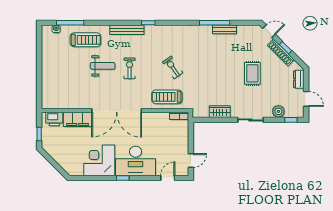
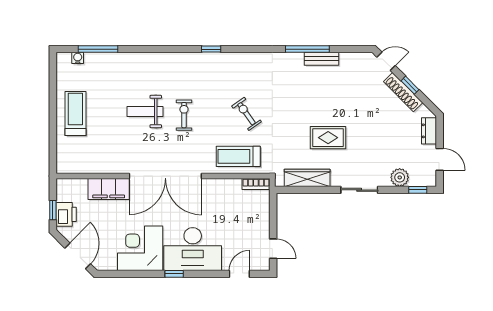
bench: (127, 30) -> (180, 59), removed
treadmill: (85, 40) -> (75, 113), moved, turned -90
weight bench: (103, 66) -> (145, 112), turned 180
rug: (252, 73) -> (328, 138), moved, turned 90
wardrobe: (220, 112) -> (307, 178), width x1.50
printer: (54, 119) -> (66, 214), moved, turned -90
door: (191, 161) -> (273, 249), hinge flipped
door: (56, 166) -> (78, 256), added

